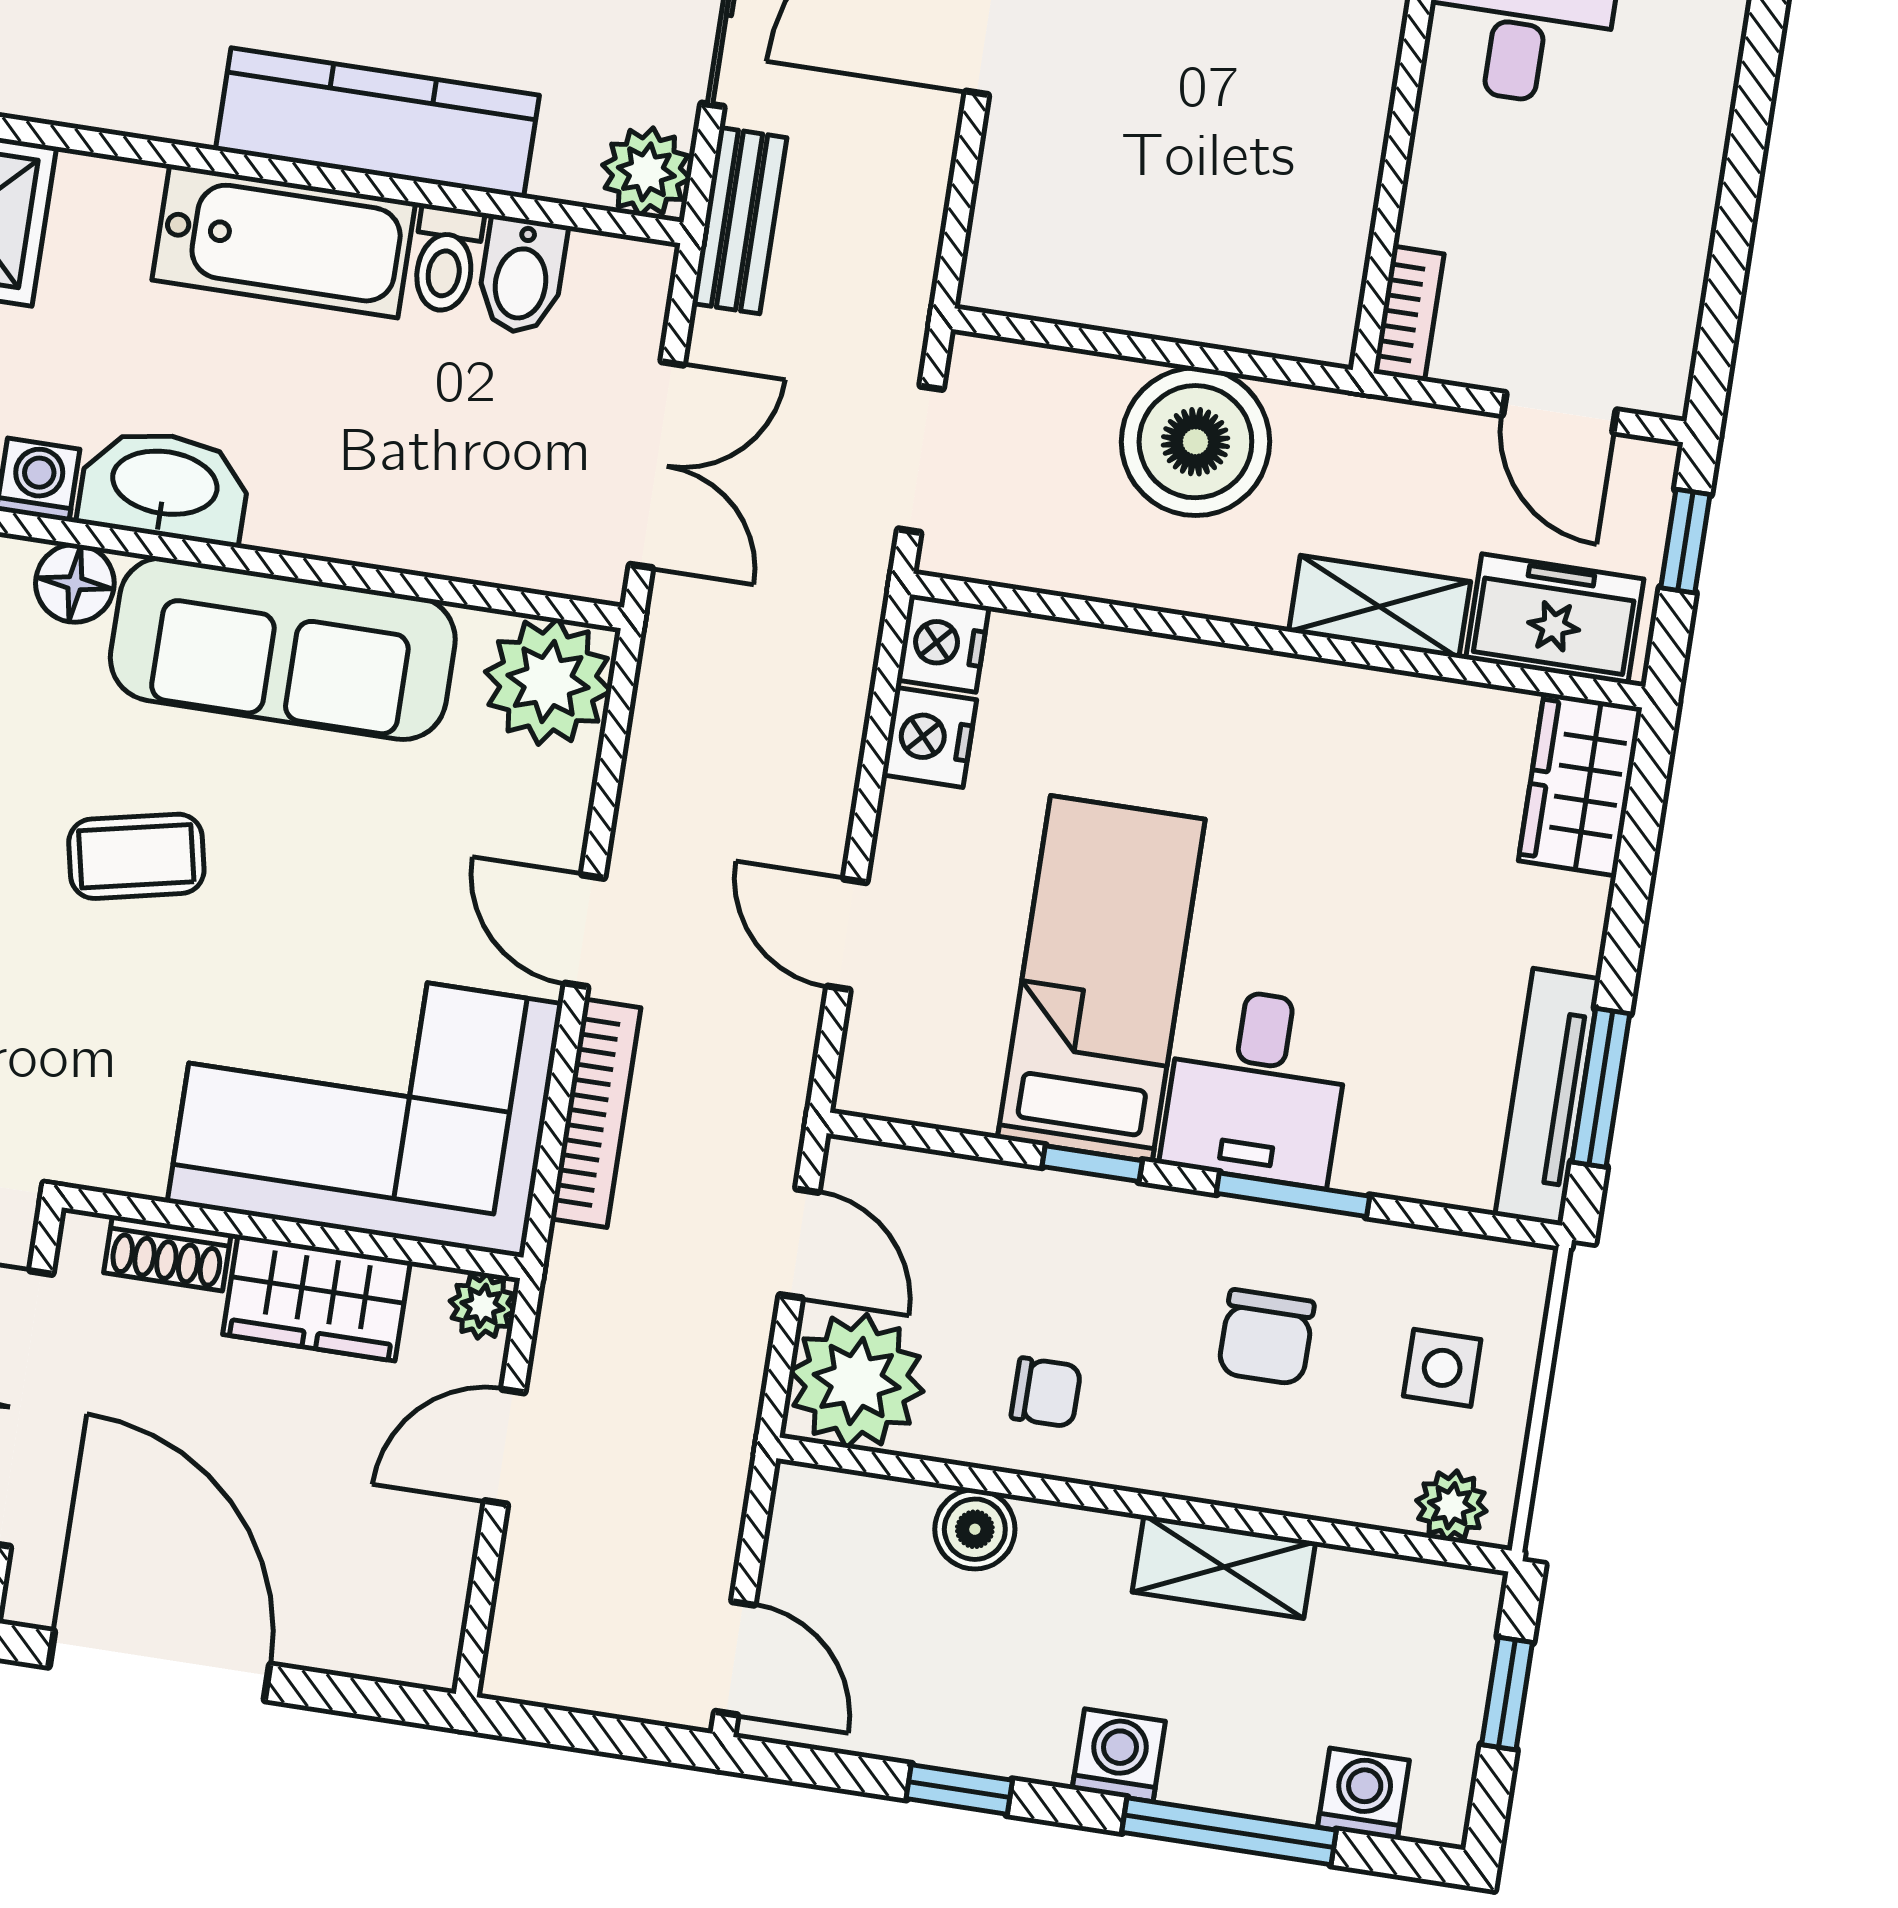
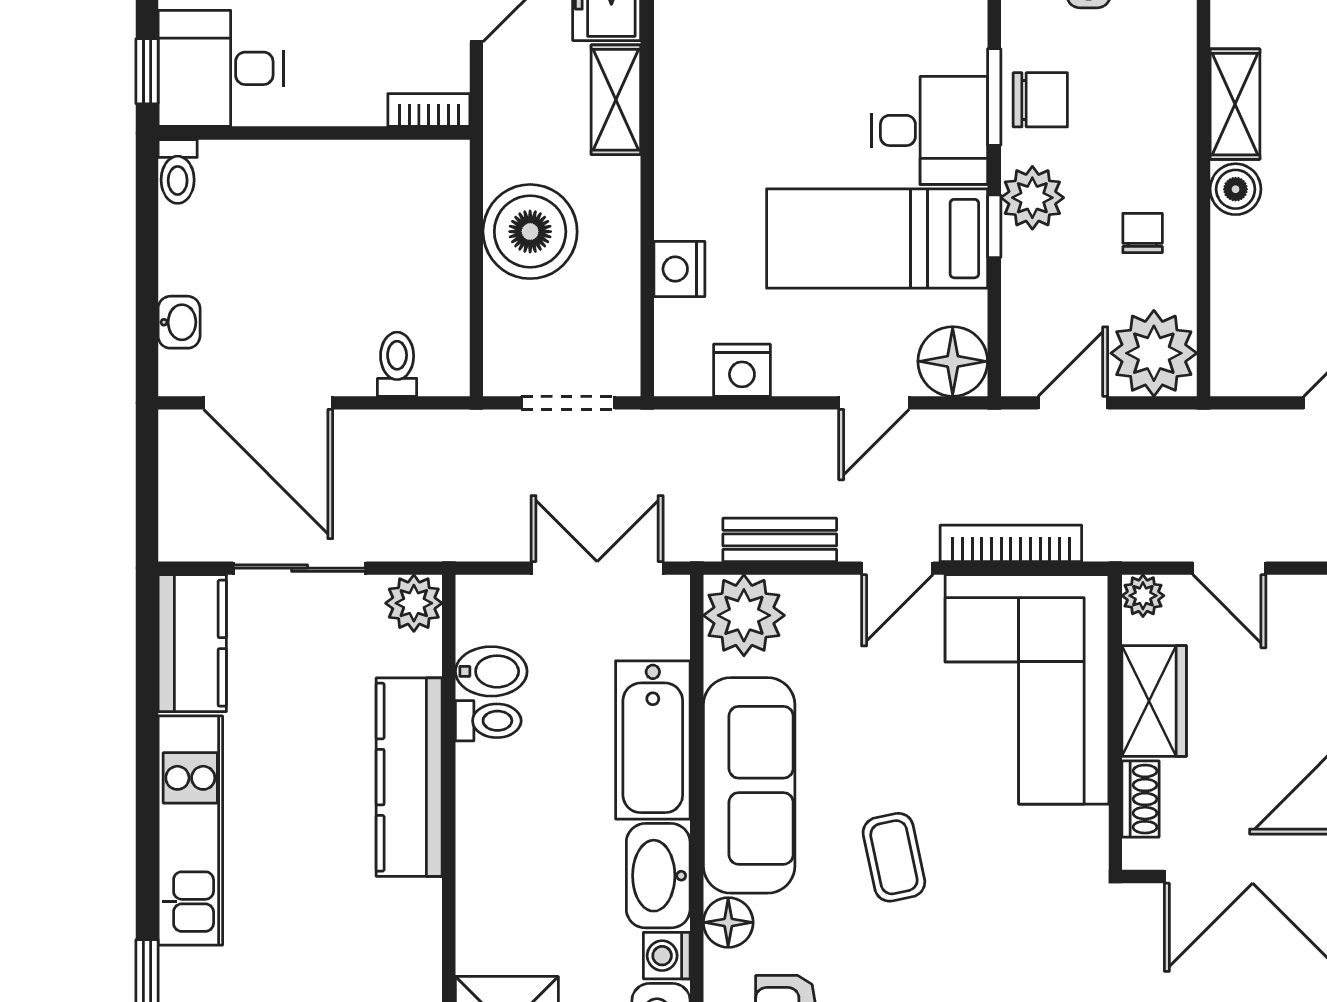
toilet: (1021, 203) -> (397, 364), added
bench: (739, 221) -> (780, 540), moved
bathtub: (284, 241) -> (653, 740), moved, turned 180
nightstand: (943, 643) -> (679, 269), moved, turned 90
floor lamp: (892, 1067) -> (953, 361), added
plant: (1127, 1230) -> (1032, 198), added
chair: (1266, 1337) -> (1040, 100), moved
boiler: (975, 1529) -> (1236, 189), moved

